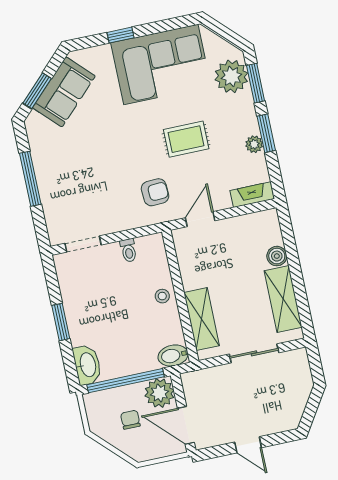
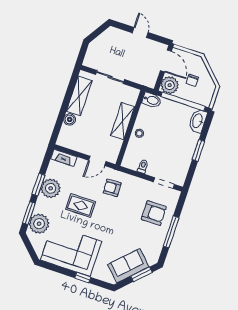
plant: (254, 144) -> (51, 188), width x1.87, depth x1.87
armchair: (72, 191) -> (154, 213), added
shelving: (202, 319) -> (123, 121), moved

